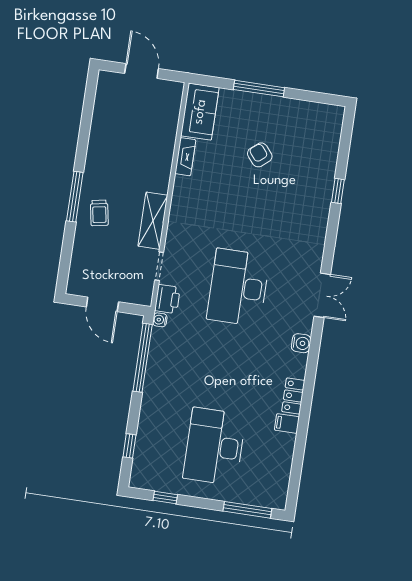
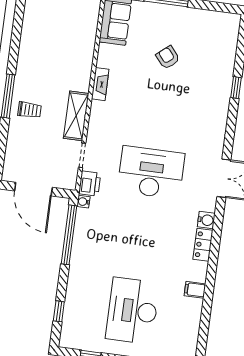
fireplace: (185, 157) -> (100, 84), moved
trolley: (99, 213) -> (30, 110), turned -80
desk: (238, 287) -> (151, 172), turned 90
door: (102, 304) -> (33, 189), width x1.36
locker: (293, 396) -> (203, 245), moved

